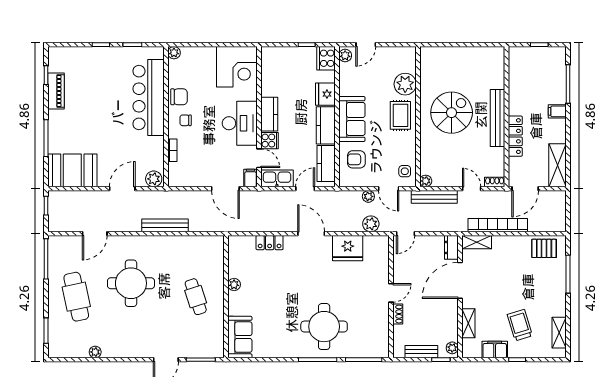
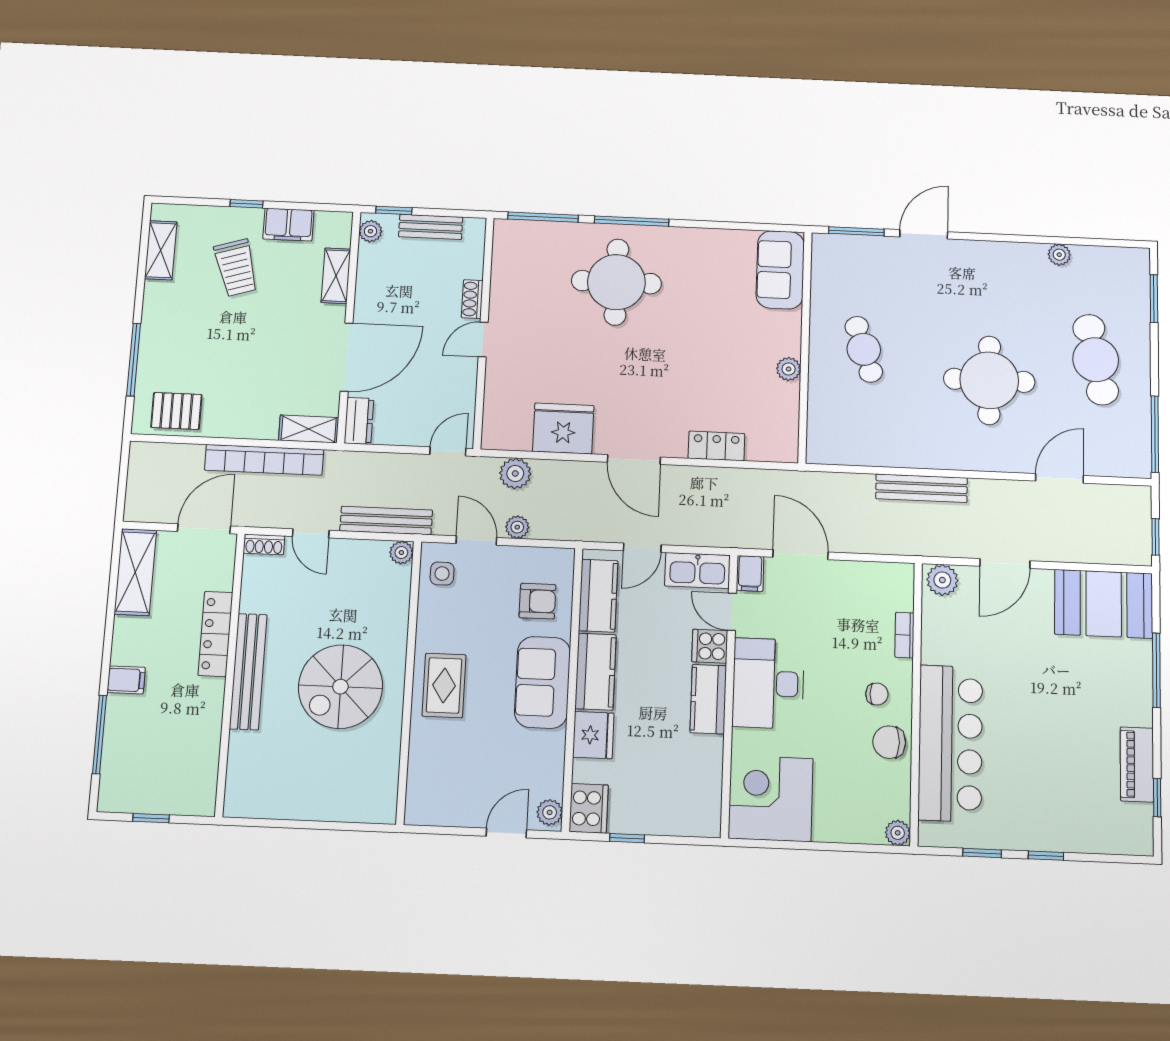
plant: (405, 84) -> (431, 748), removed

